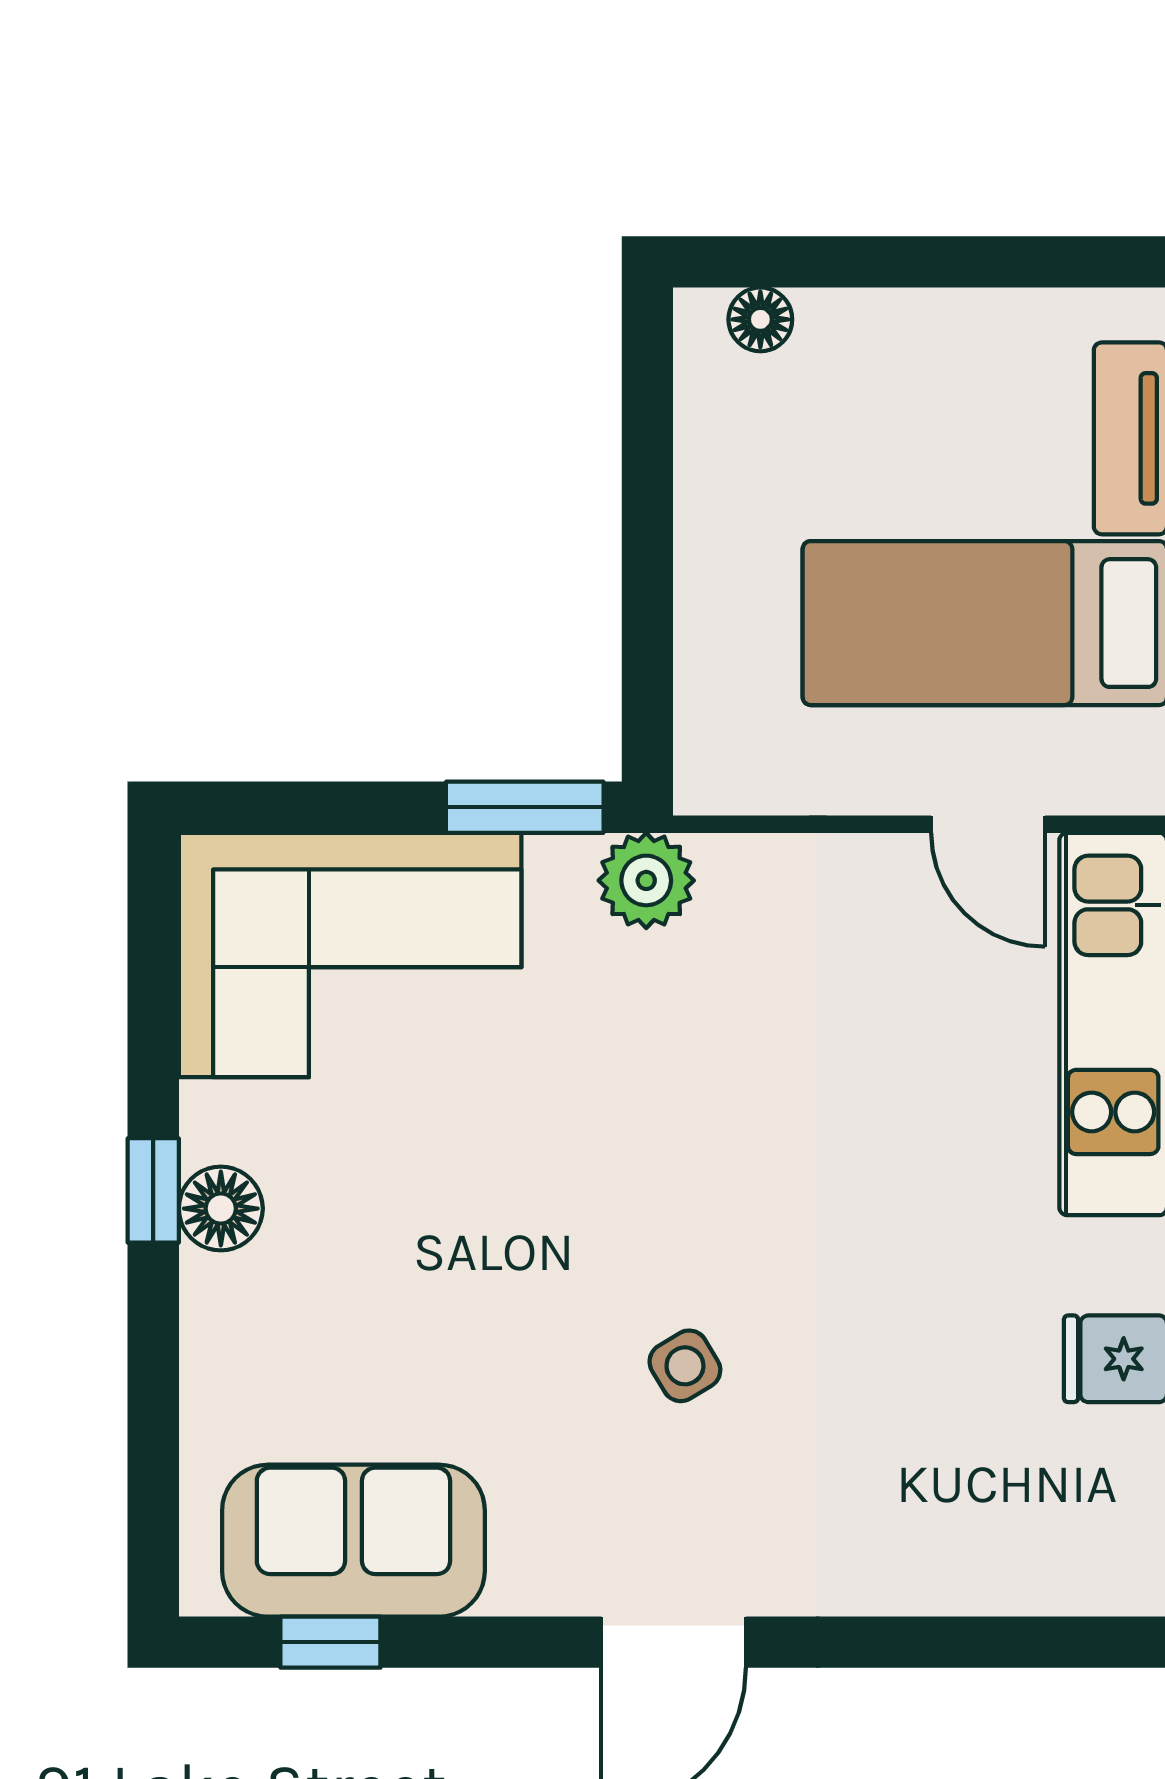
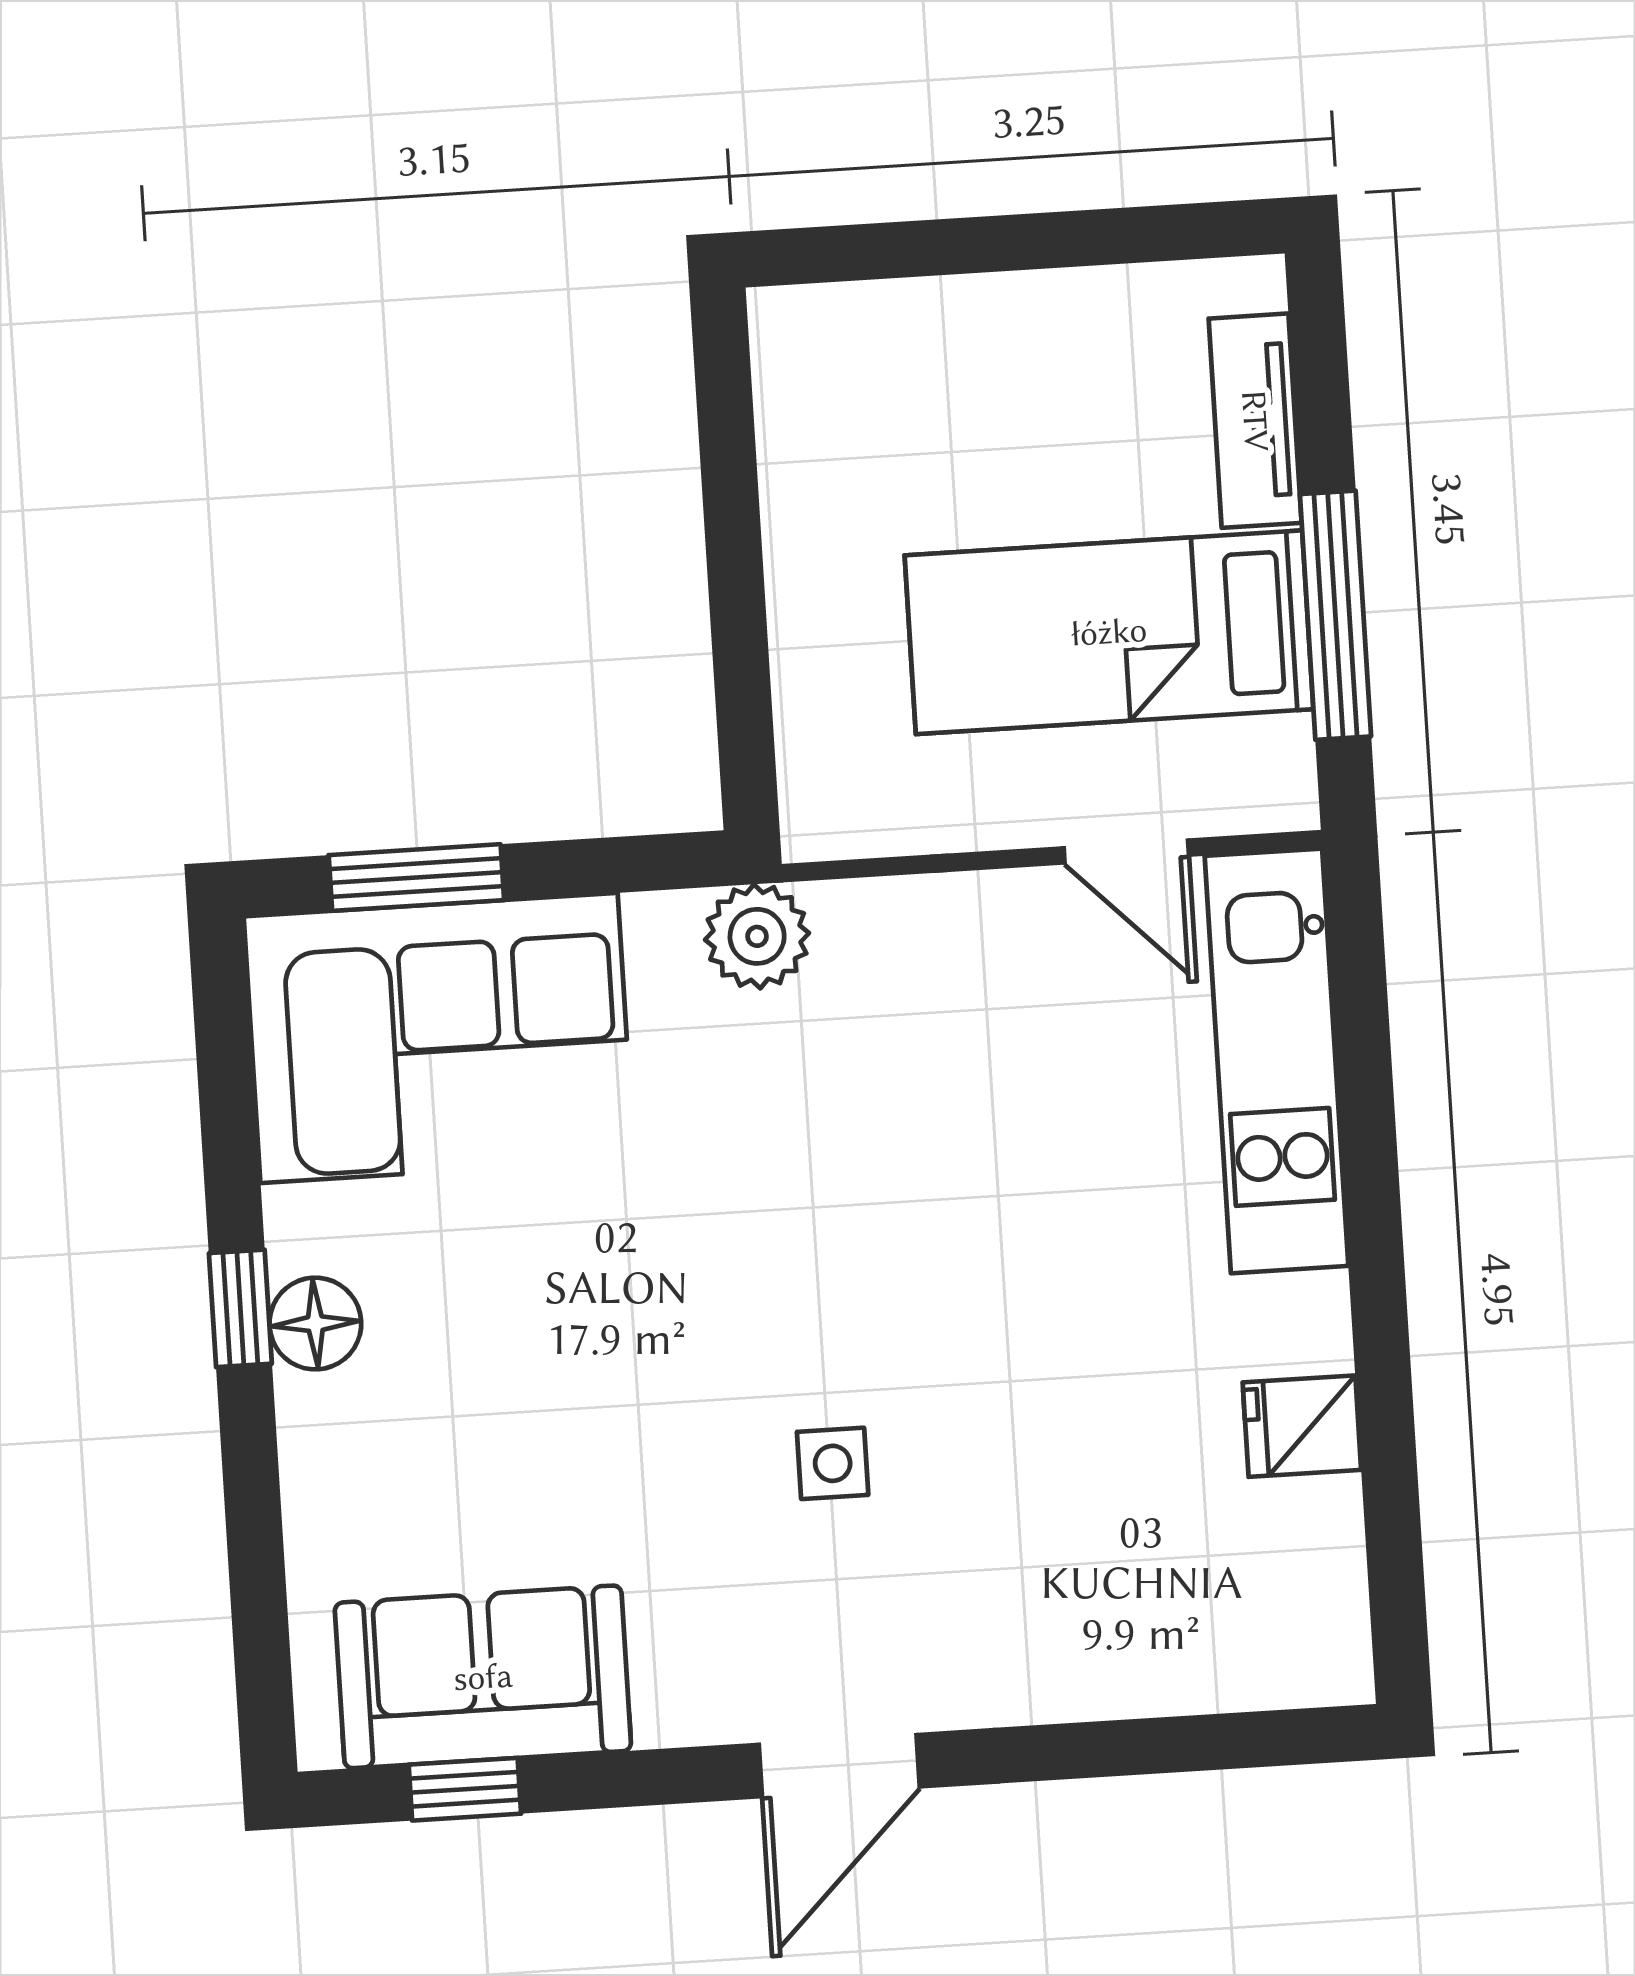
floor lamp: (760, 319) -> (843, 316), removed
window: (525, 807) -> (416, 878), moved
side table: (685, 1366) -> (833, 1463), turned 31

